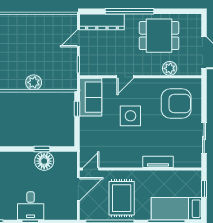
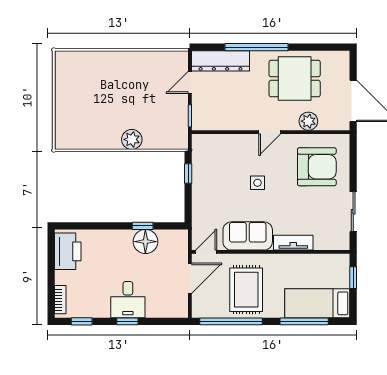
door: (125, 77) -> (270, 132), moved
sofa: (91, 97) -> (248, 236), moved, turned -90
side table: (130, 116) -> (258, 183), width x0.54, depth x0.54

